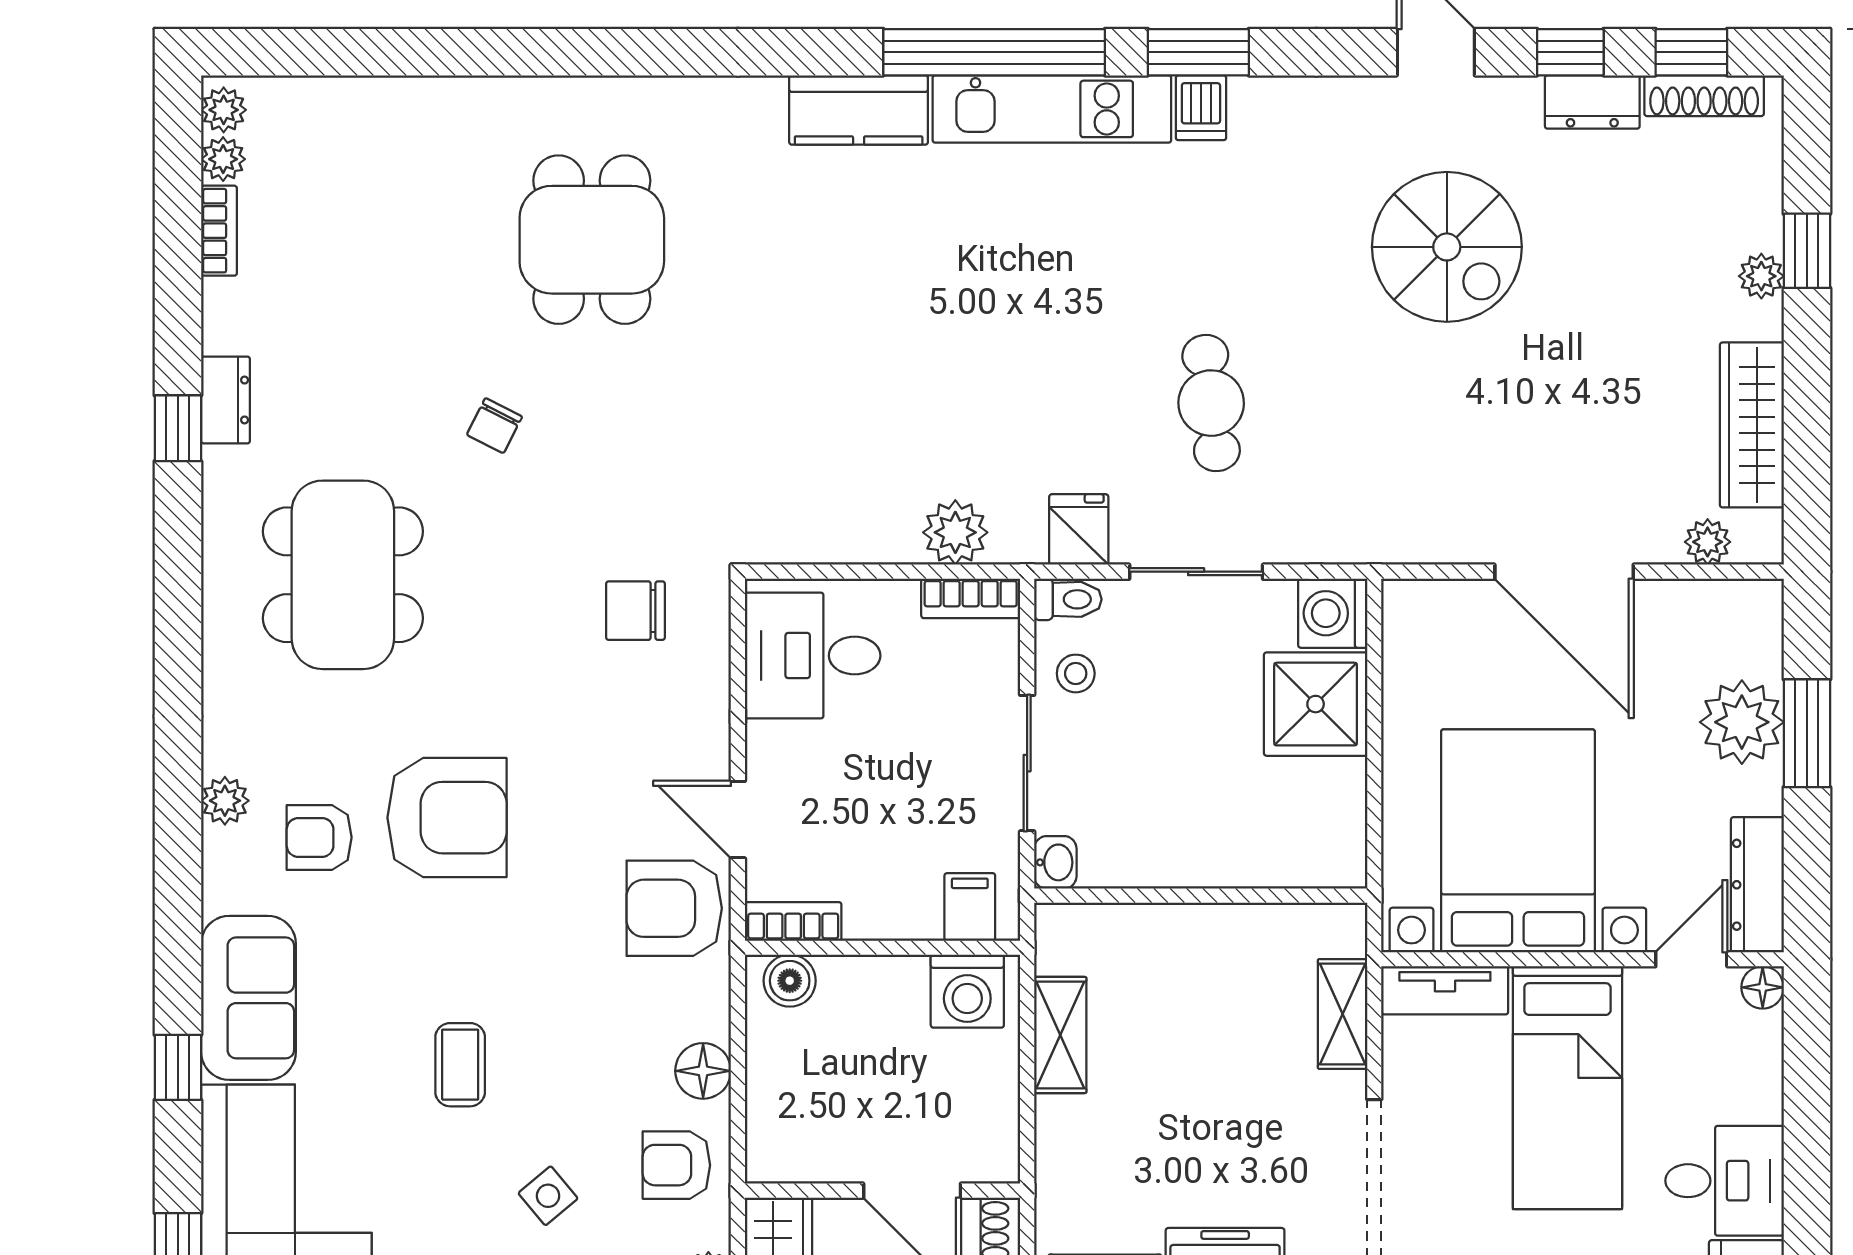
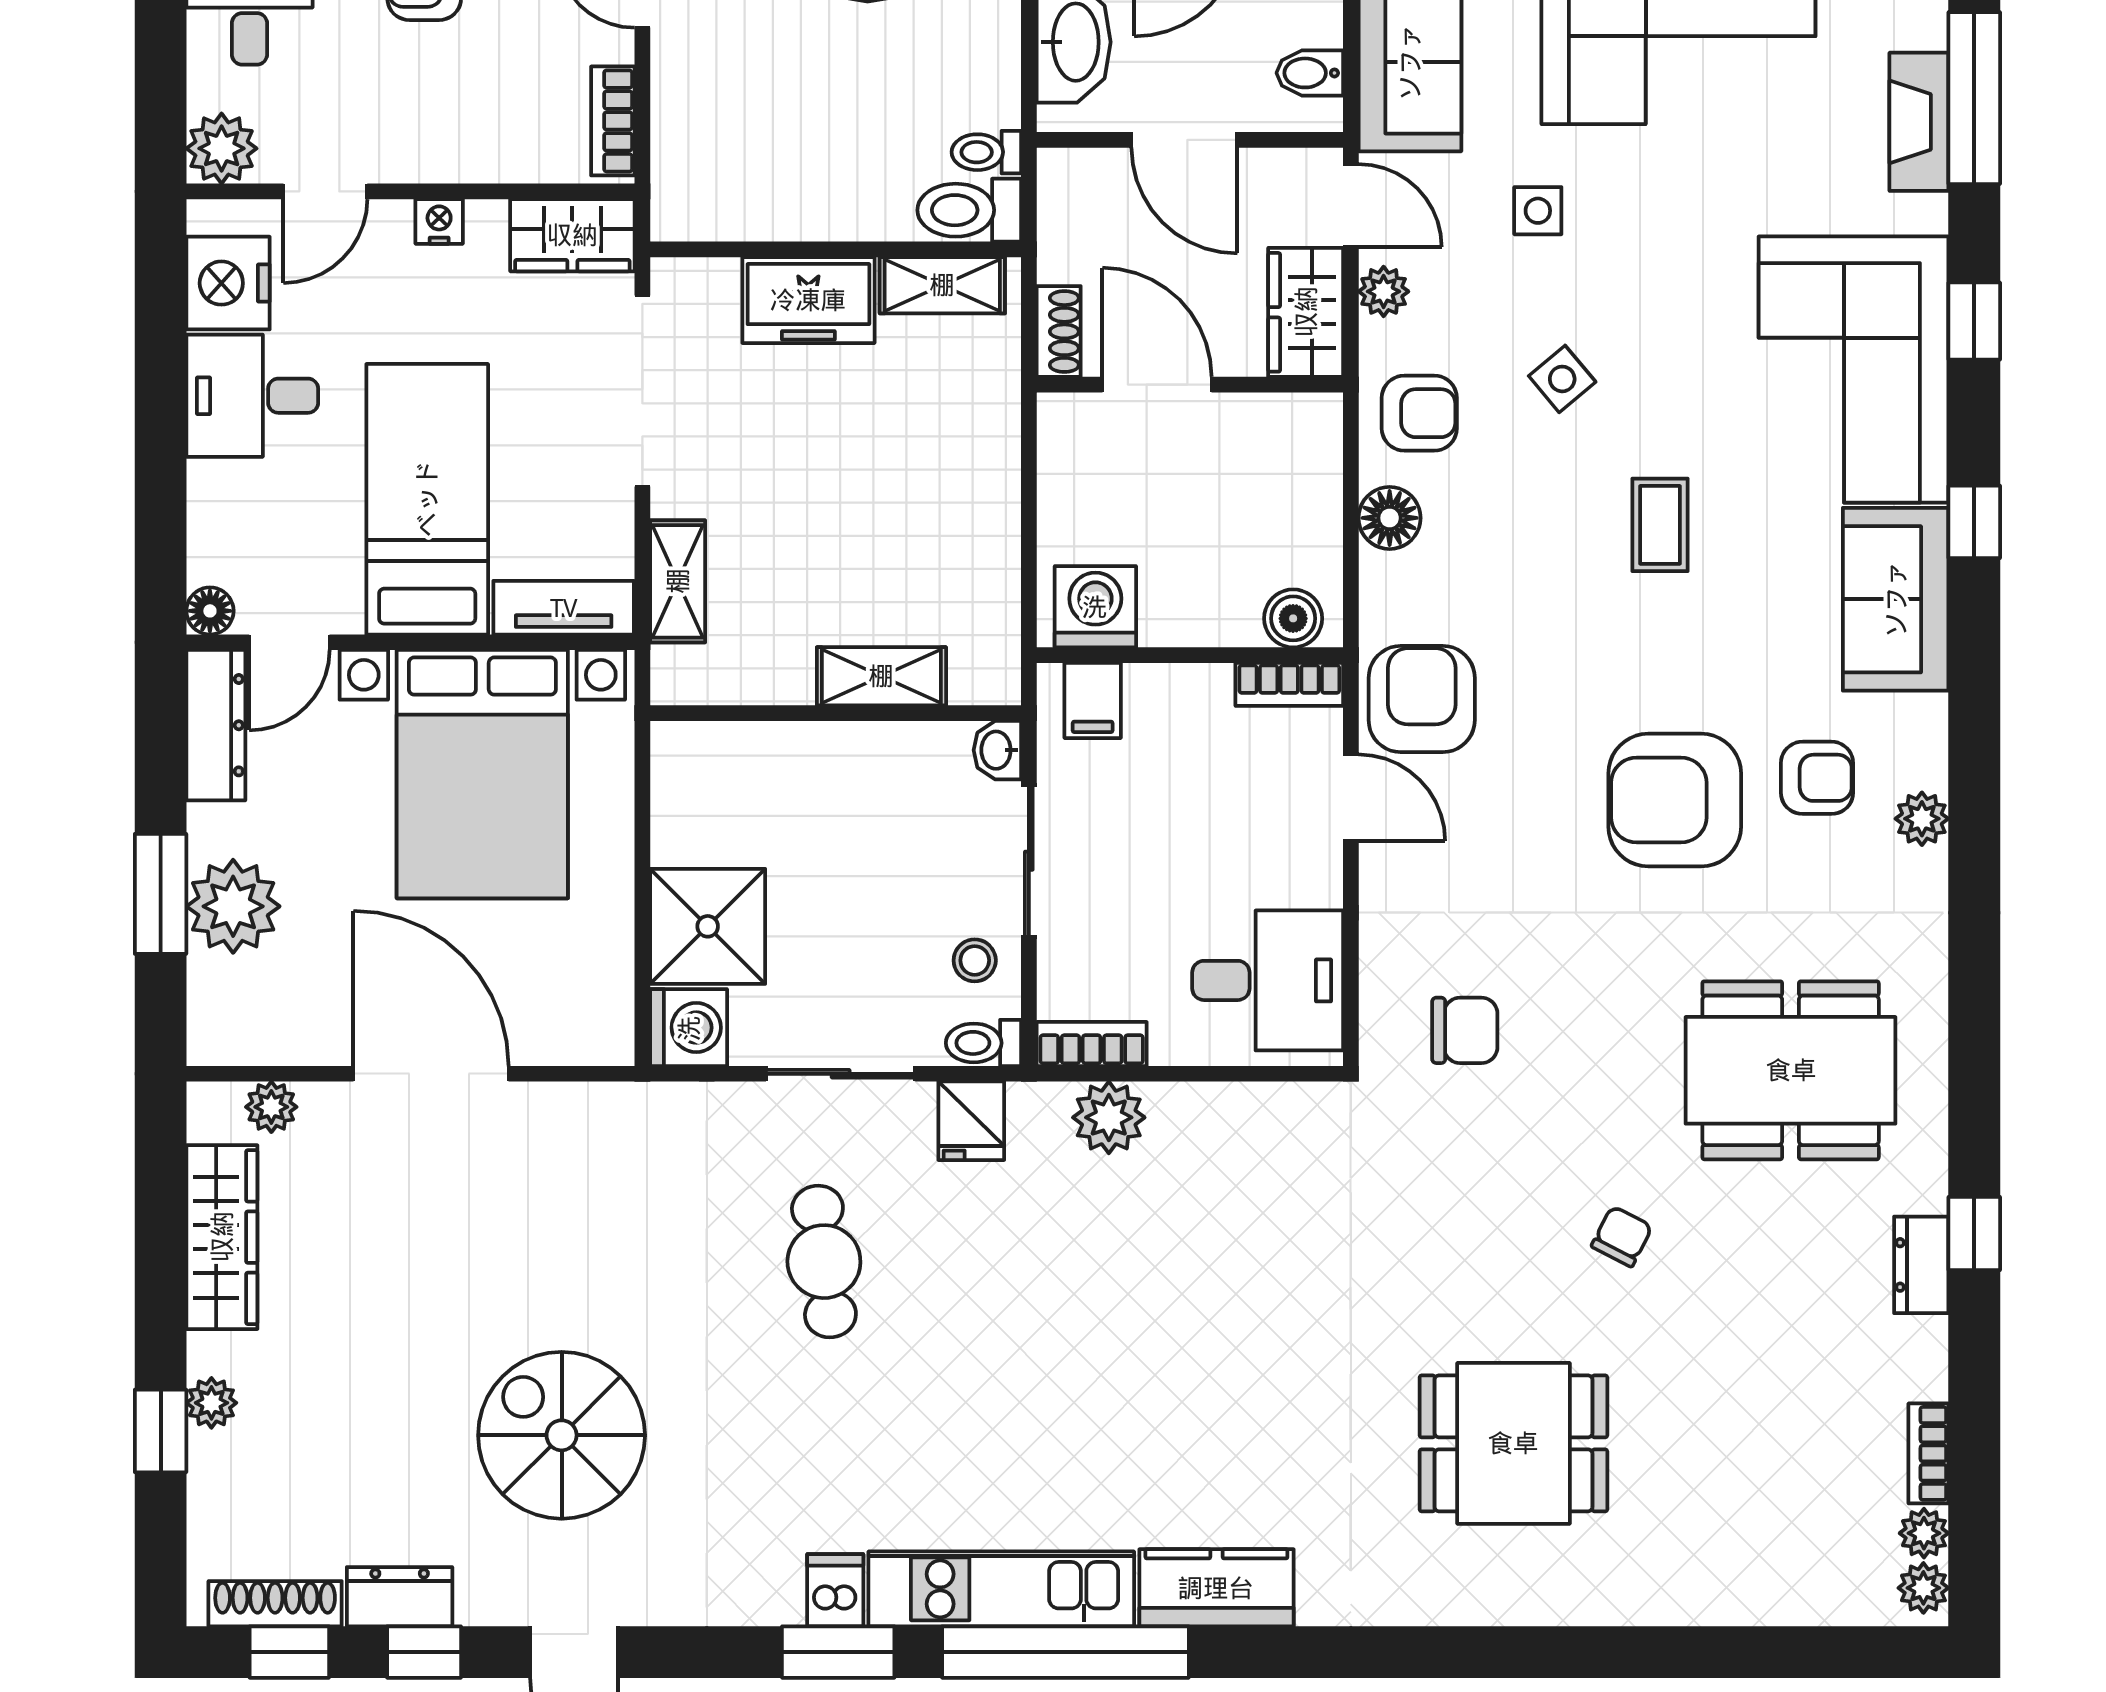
dining table: (592, 240) -> (1513, 1443), turned 90
dining table: (343, 575) -> (1791, 1070), turned 90
armchair: (674, 908) -> (1422, 699), turned -90
shelving: (1060, 1035) -> (881, 676), moved, turned 90

